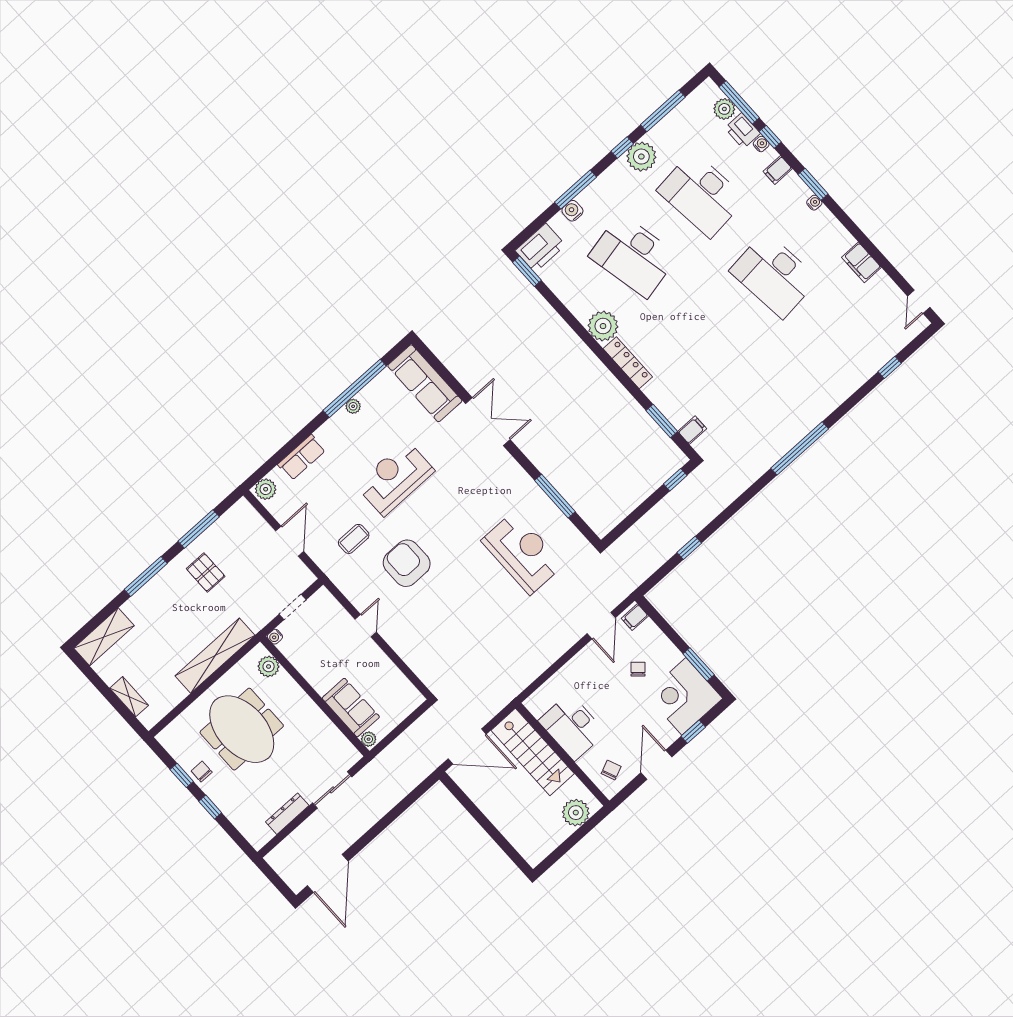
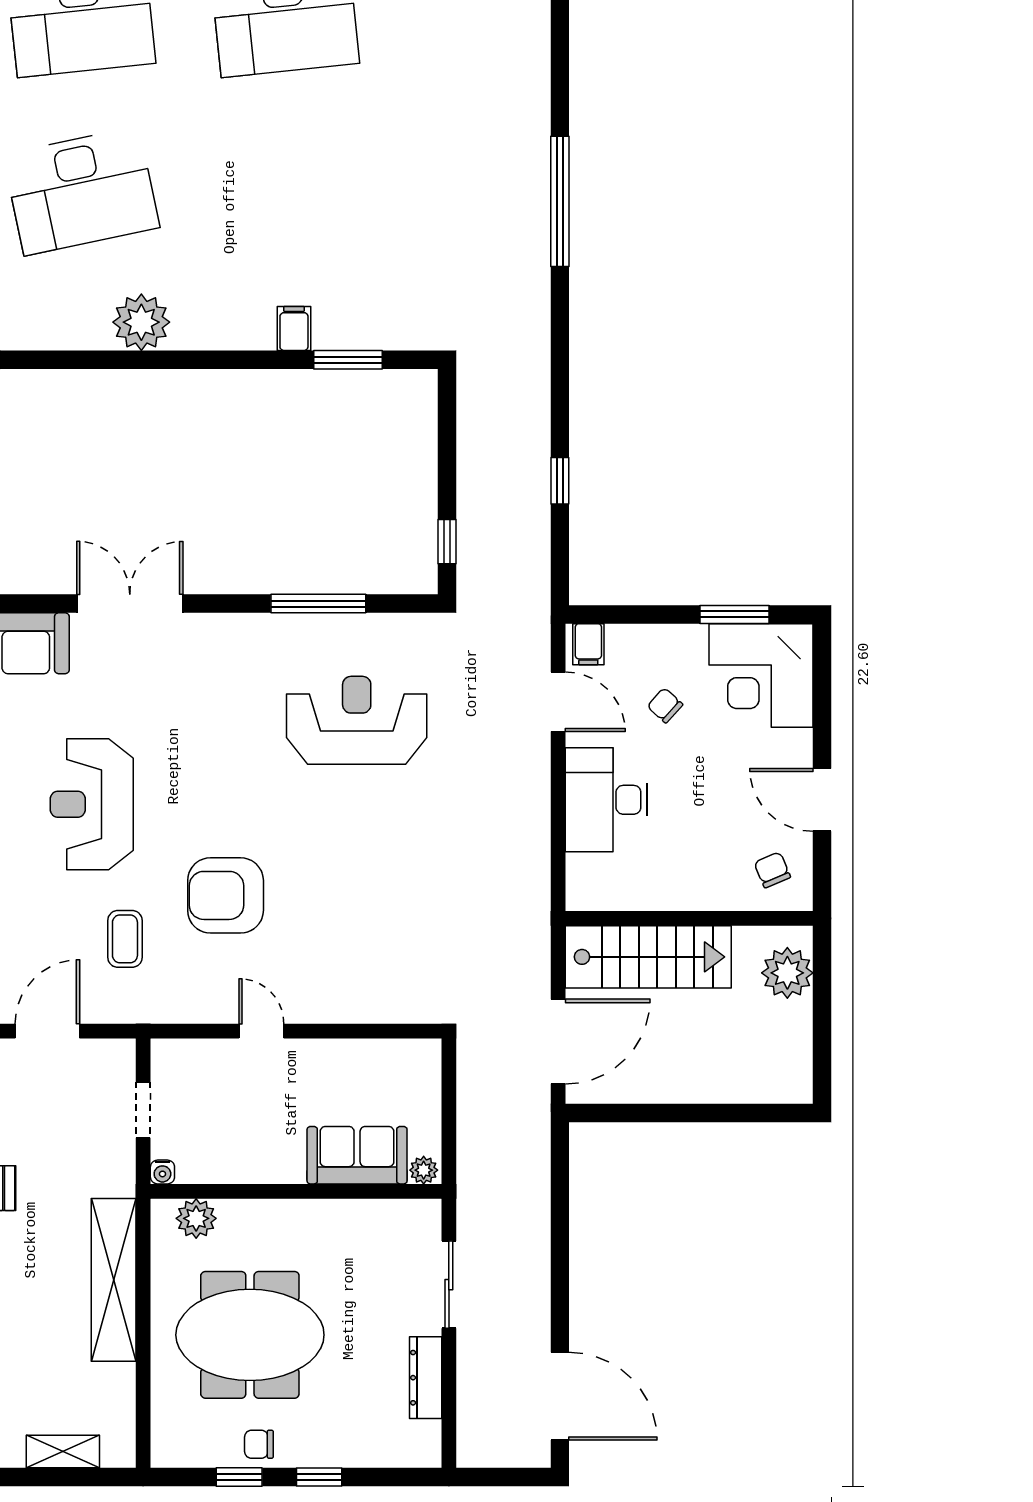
locker: (628, 363) -> (224, 334), removed
filing cabinet: (692, 430) -> (294, 328), moved
window: (675, 480) -> (447, 542), moved
door: (290, 541) -> (47, 1031), hinge flipped
desk: (572, 727) -> (606, 800), moved, turned 90
window: (693, 732) -> (822, 707), removed

